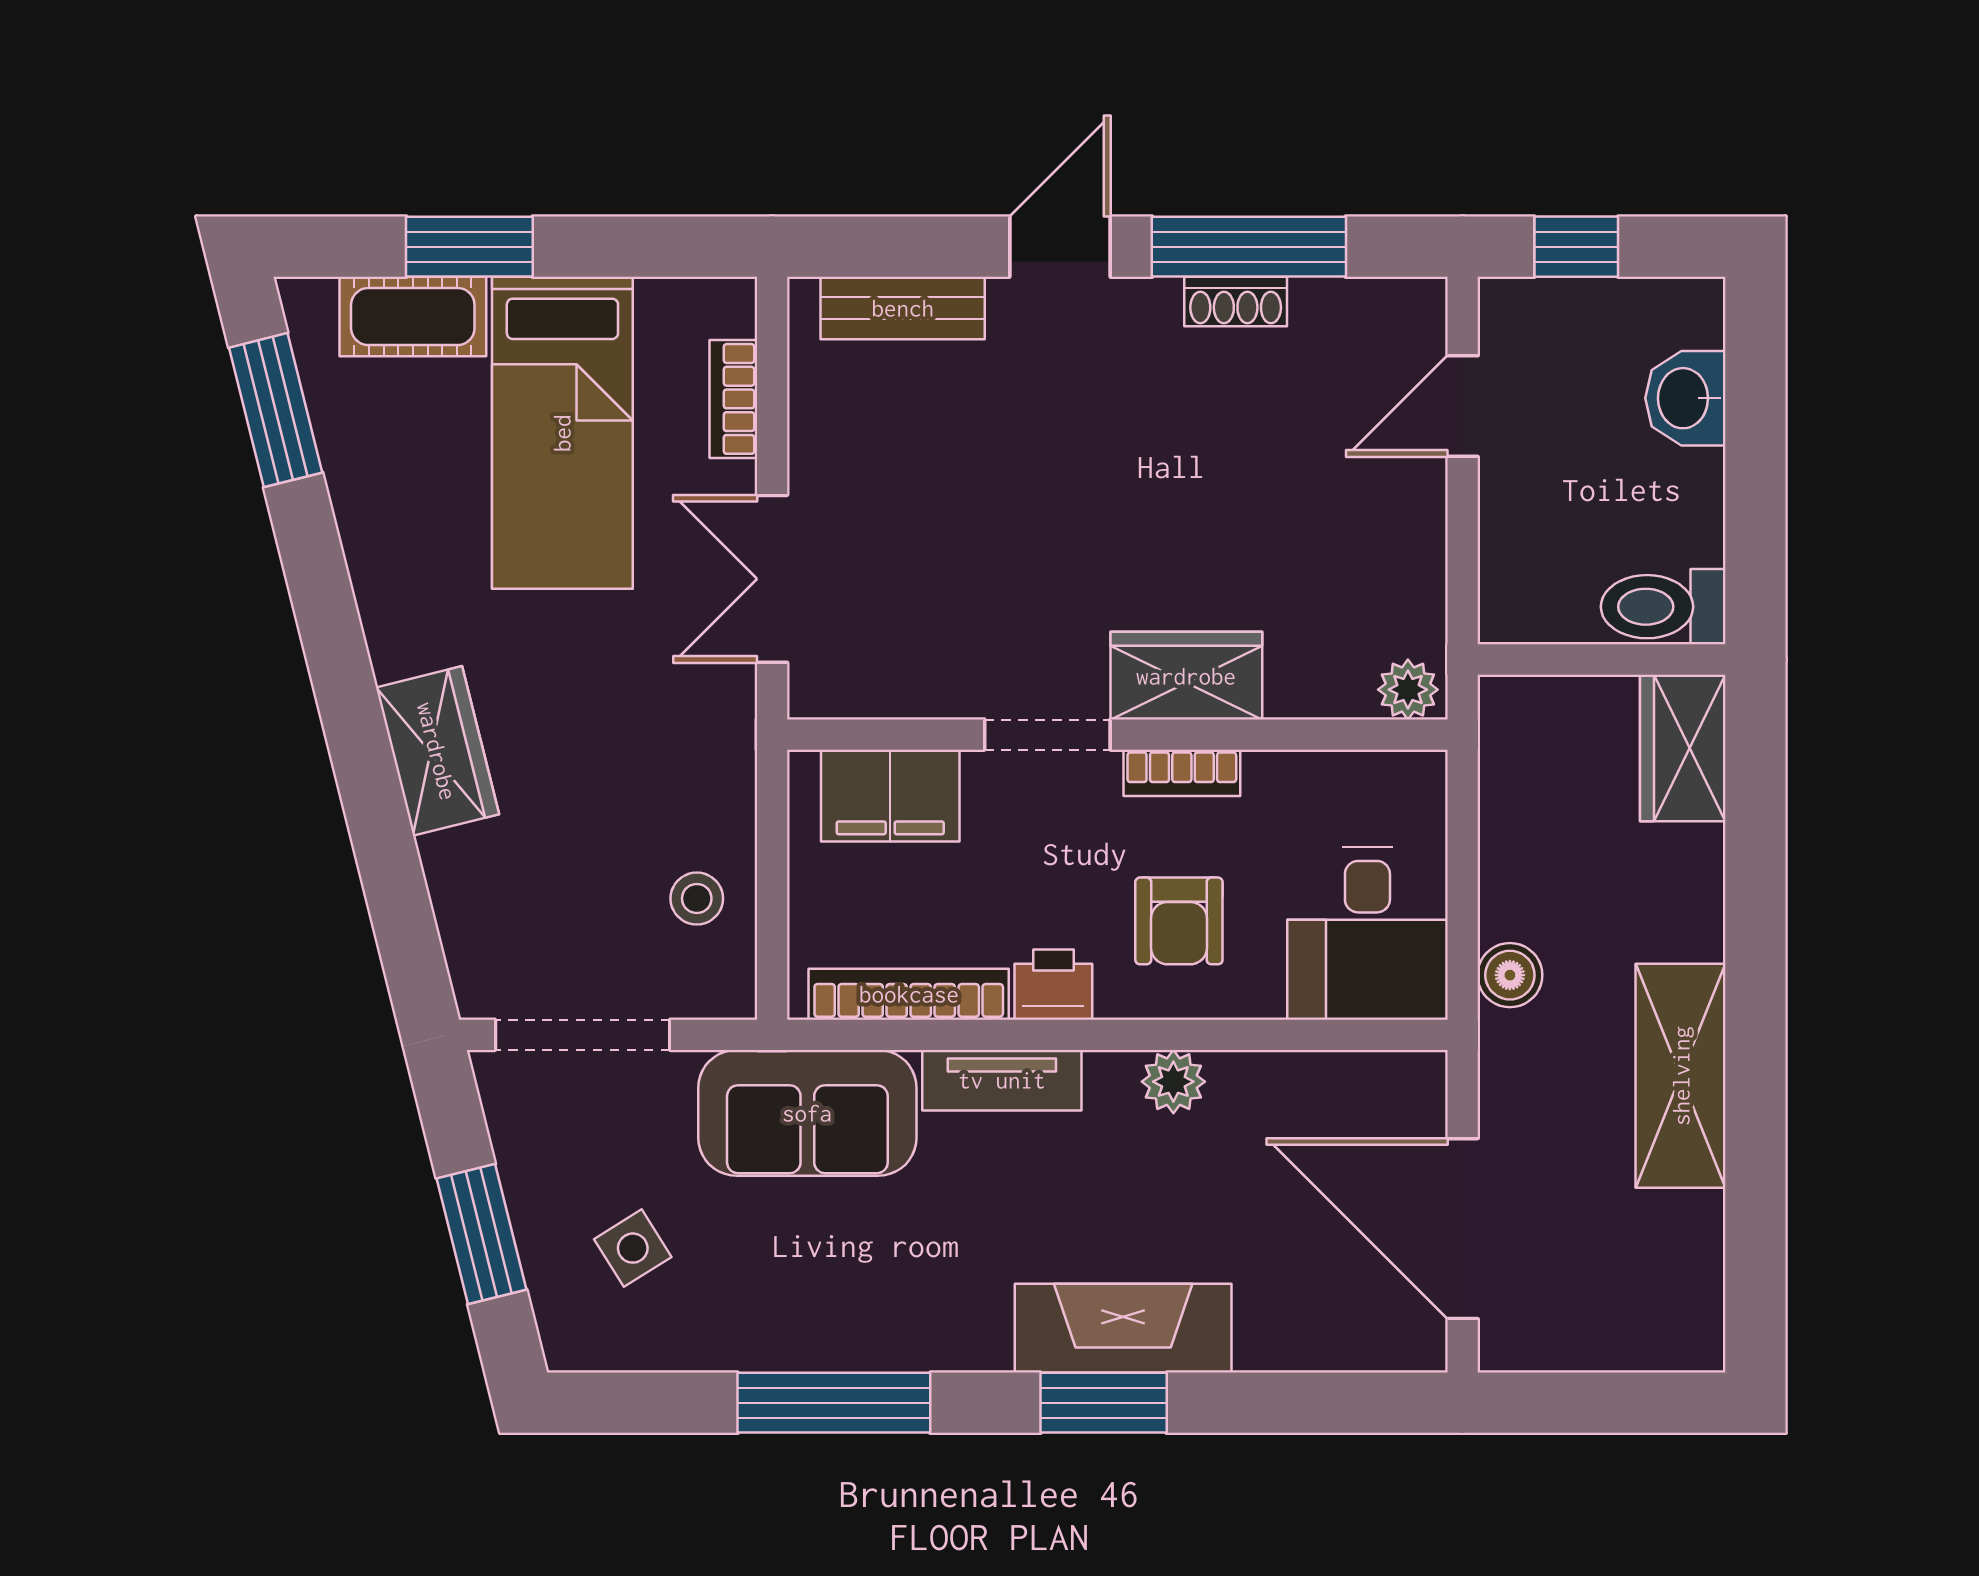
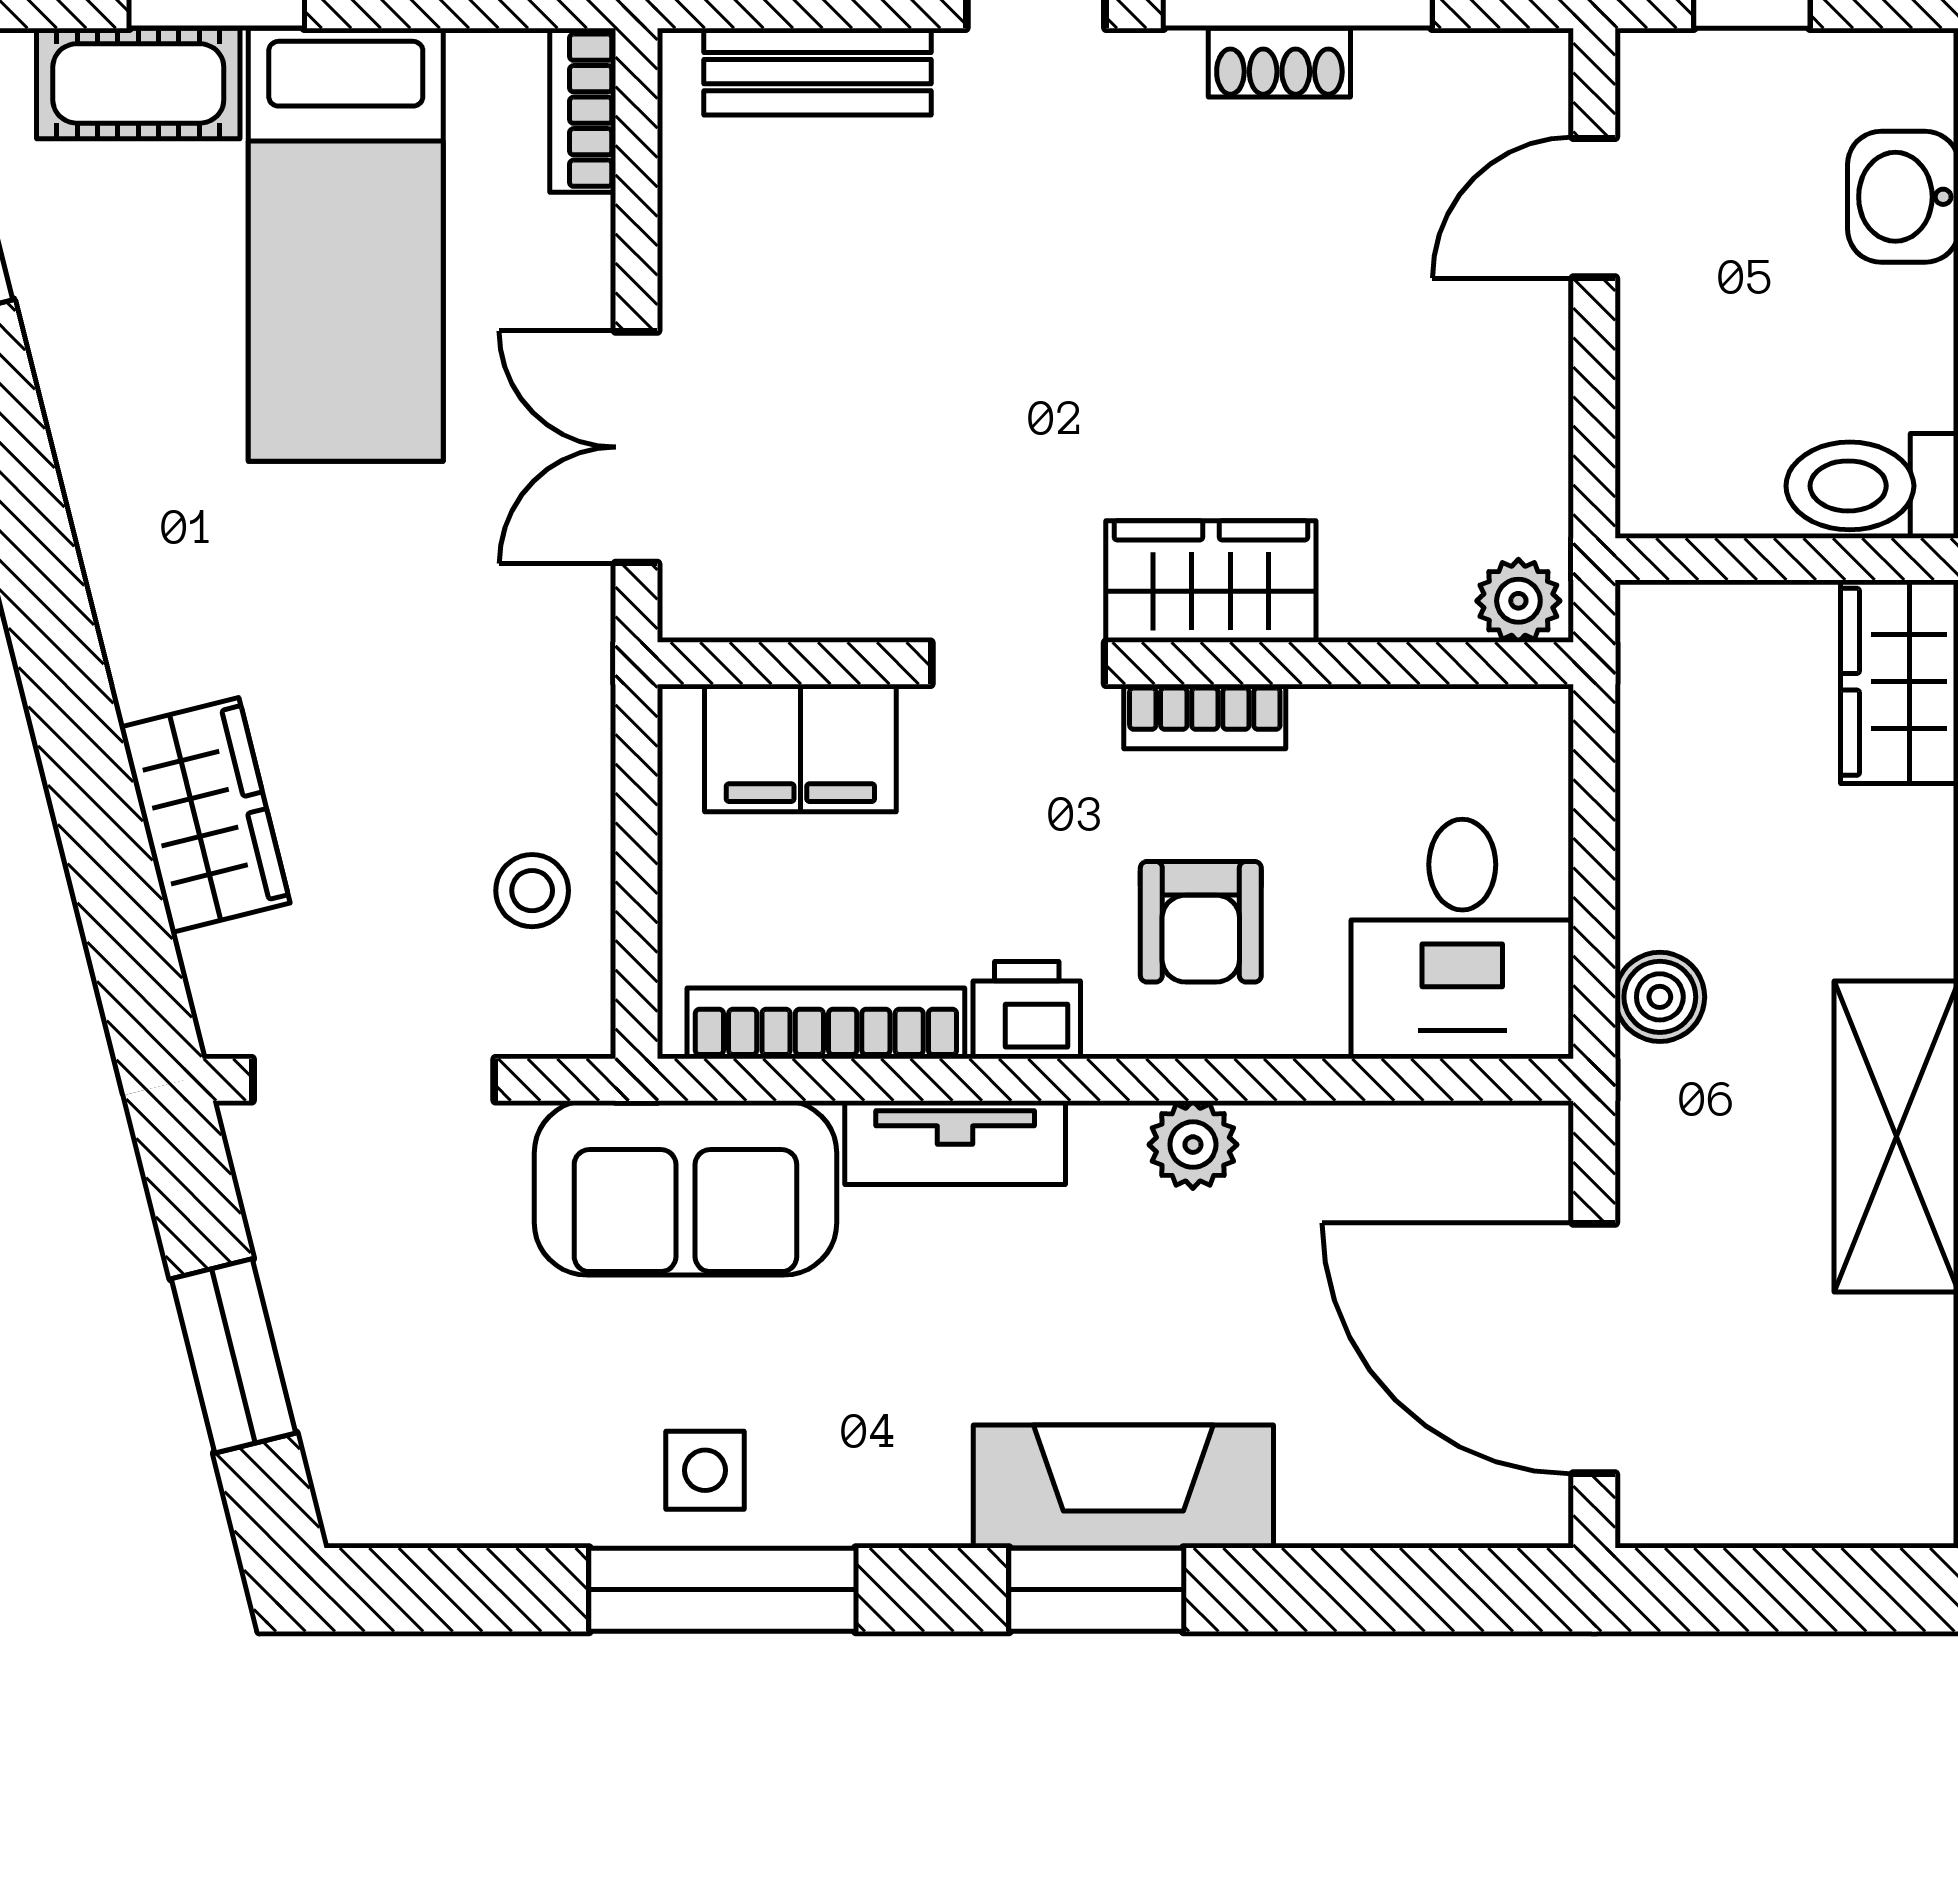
bookcase: (733, 399) -> (583, 110), moved
wardrobe: (437, 751) -> (205, 815), moved
side table: (633, 1248) -> (705, 1470), moved, turned 32

